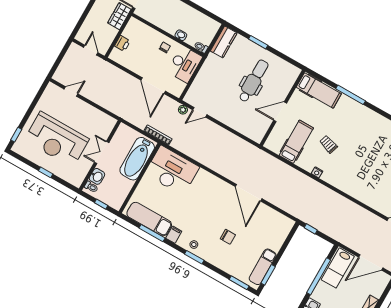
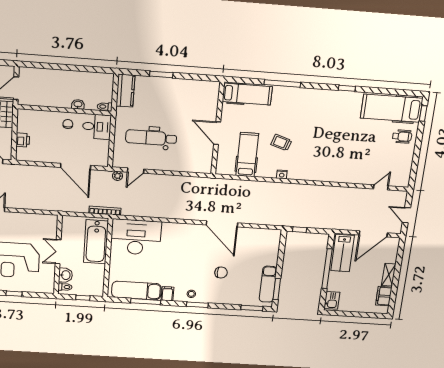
desk: (185, 64) -> (97, 127), width x0.73
dental chair: (253, 81) -> (151, 138), moved, turned -90
door: (280, 112) -> (217, 133), hinge flipped

